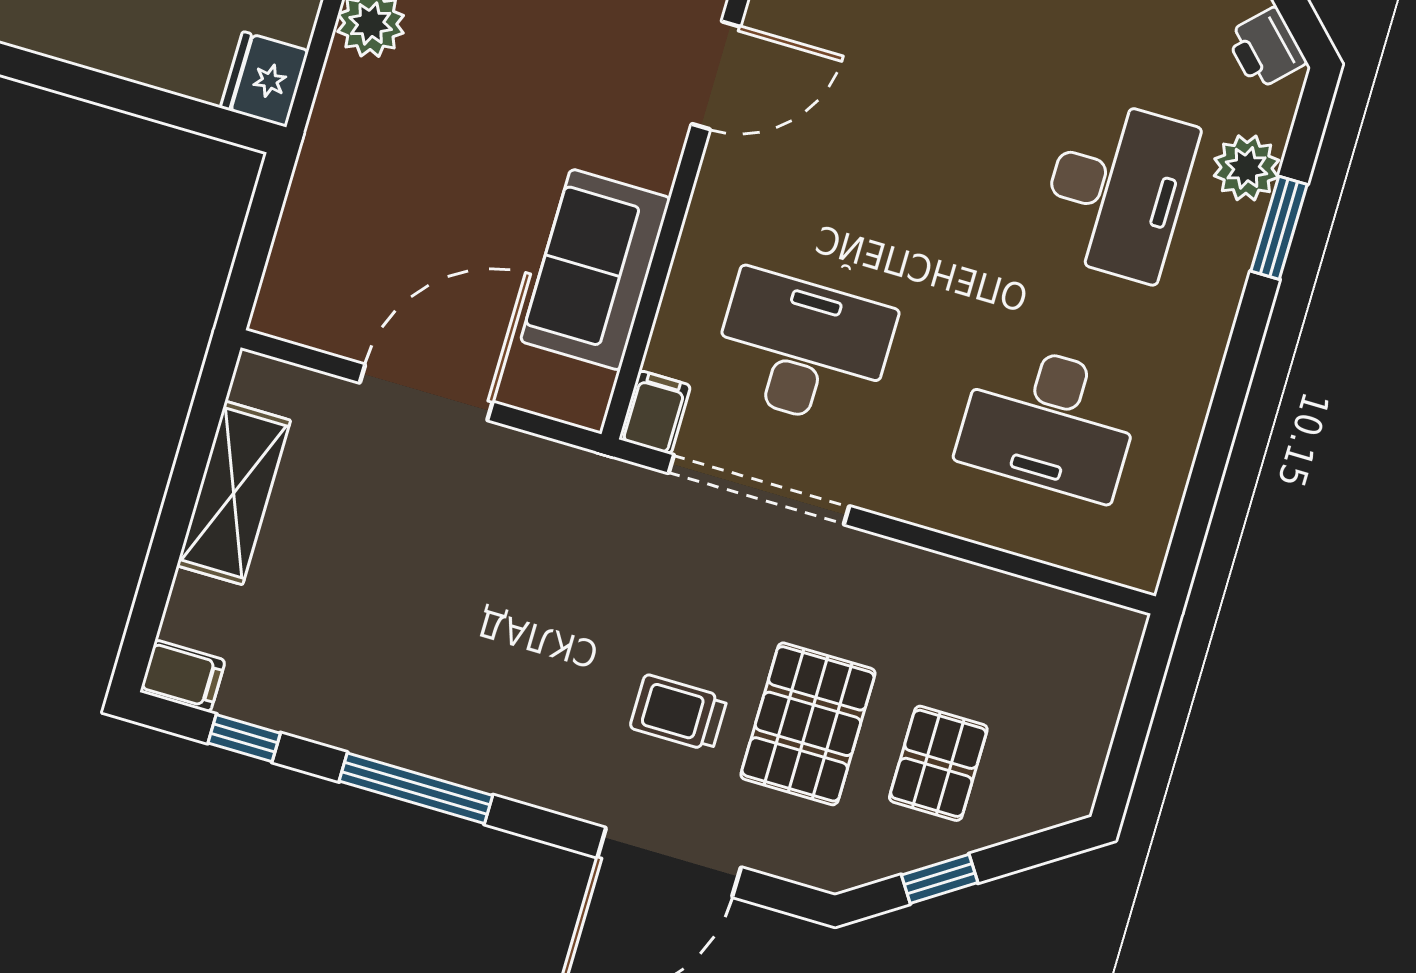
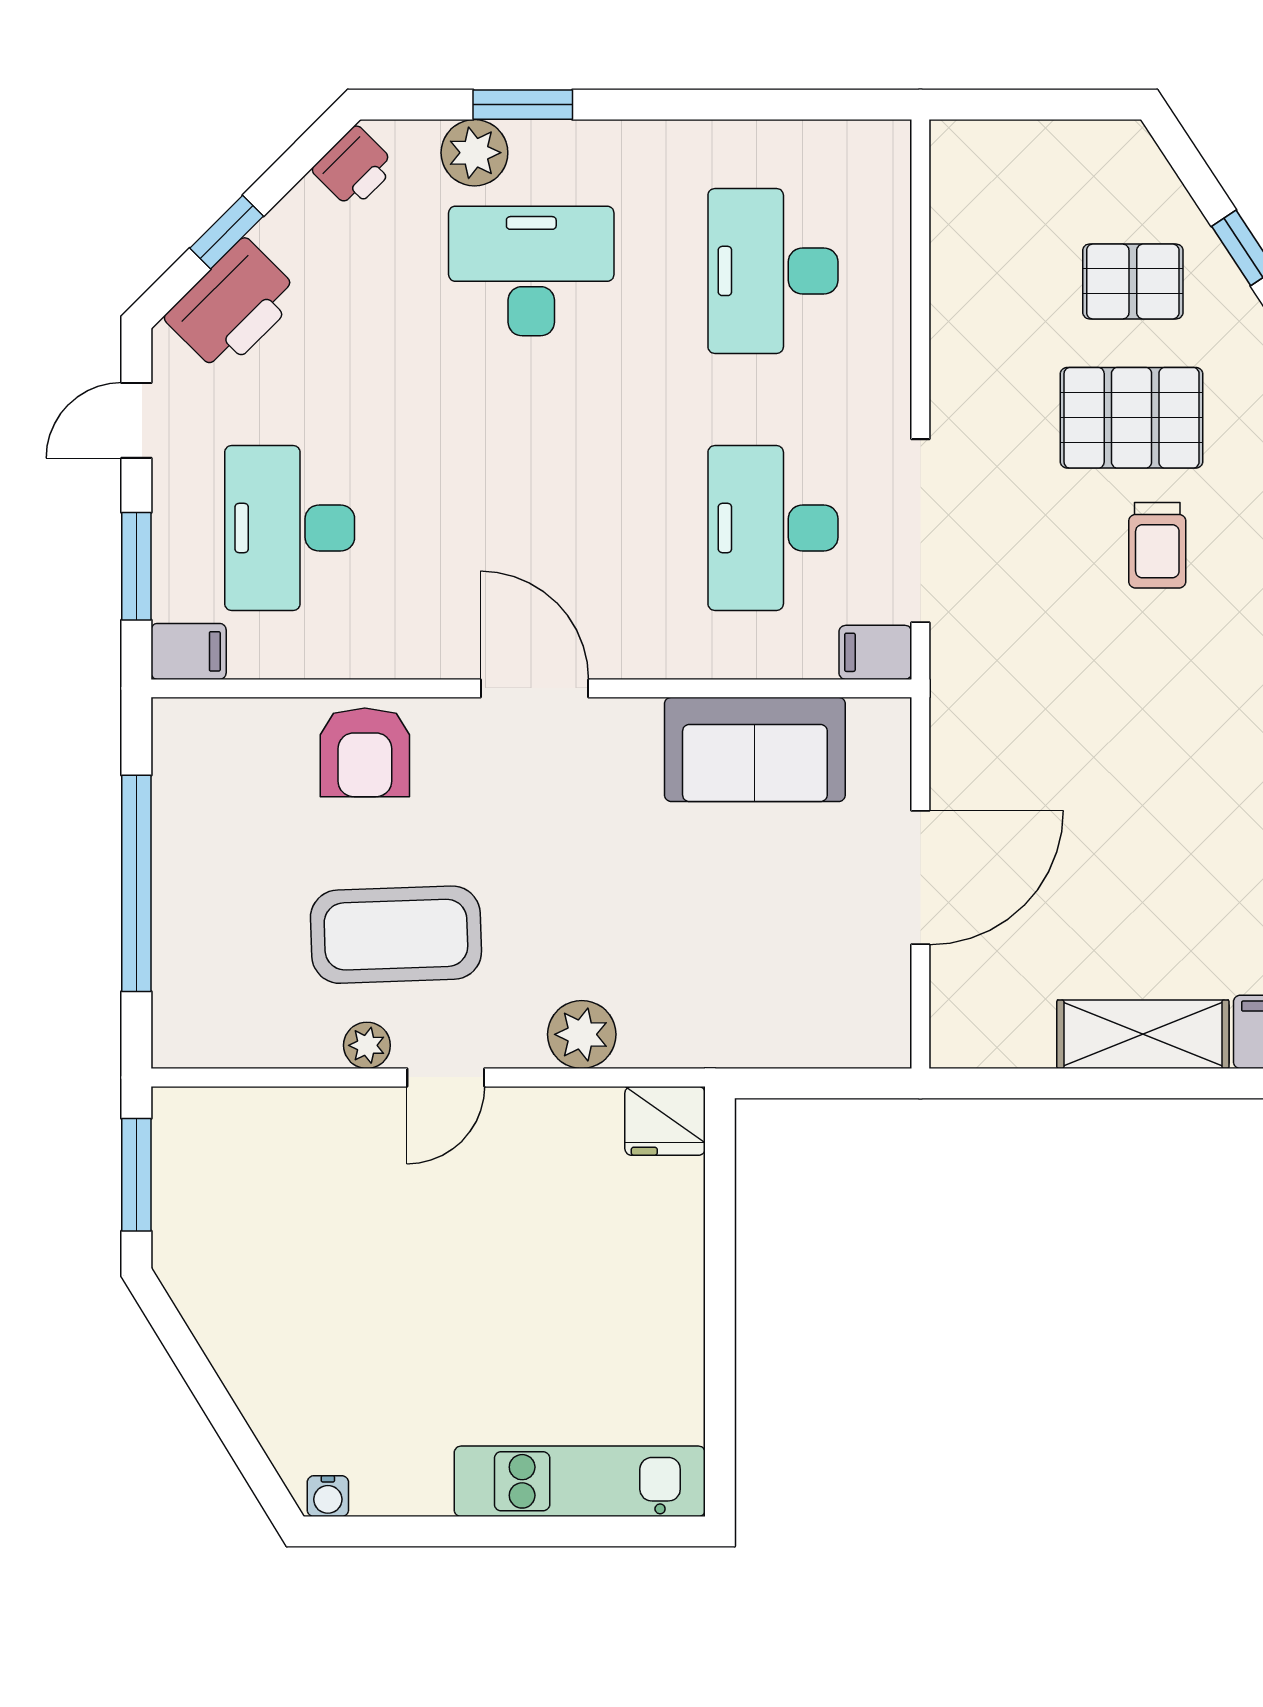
door: (426, 392) -> (920, 878), swing flipped
desk: (1049, 421) -> (773, 271), turned 180
shelving: (234, 493) -> (1143, 1034), moved

